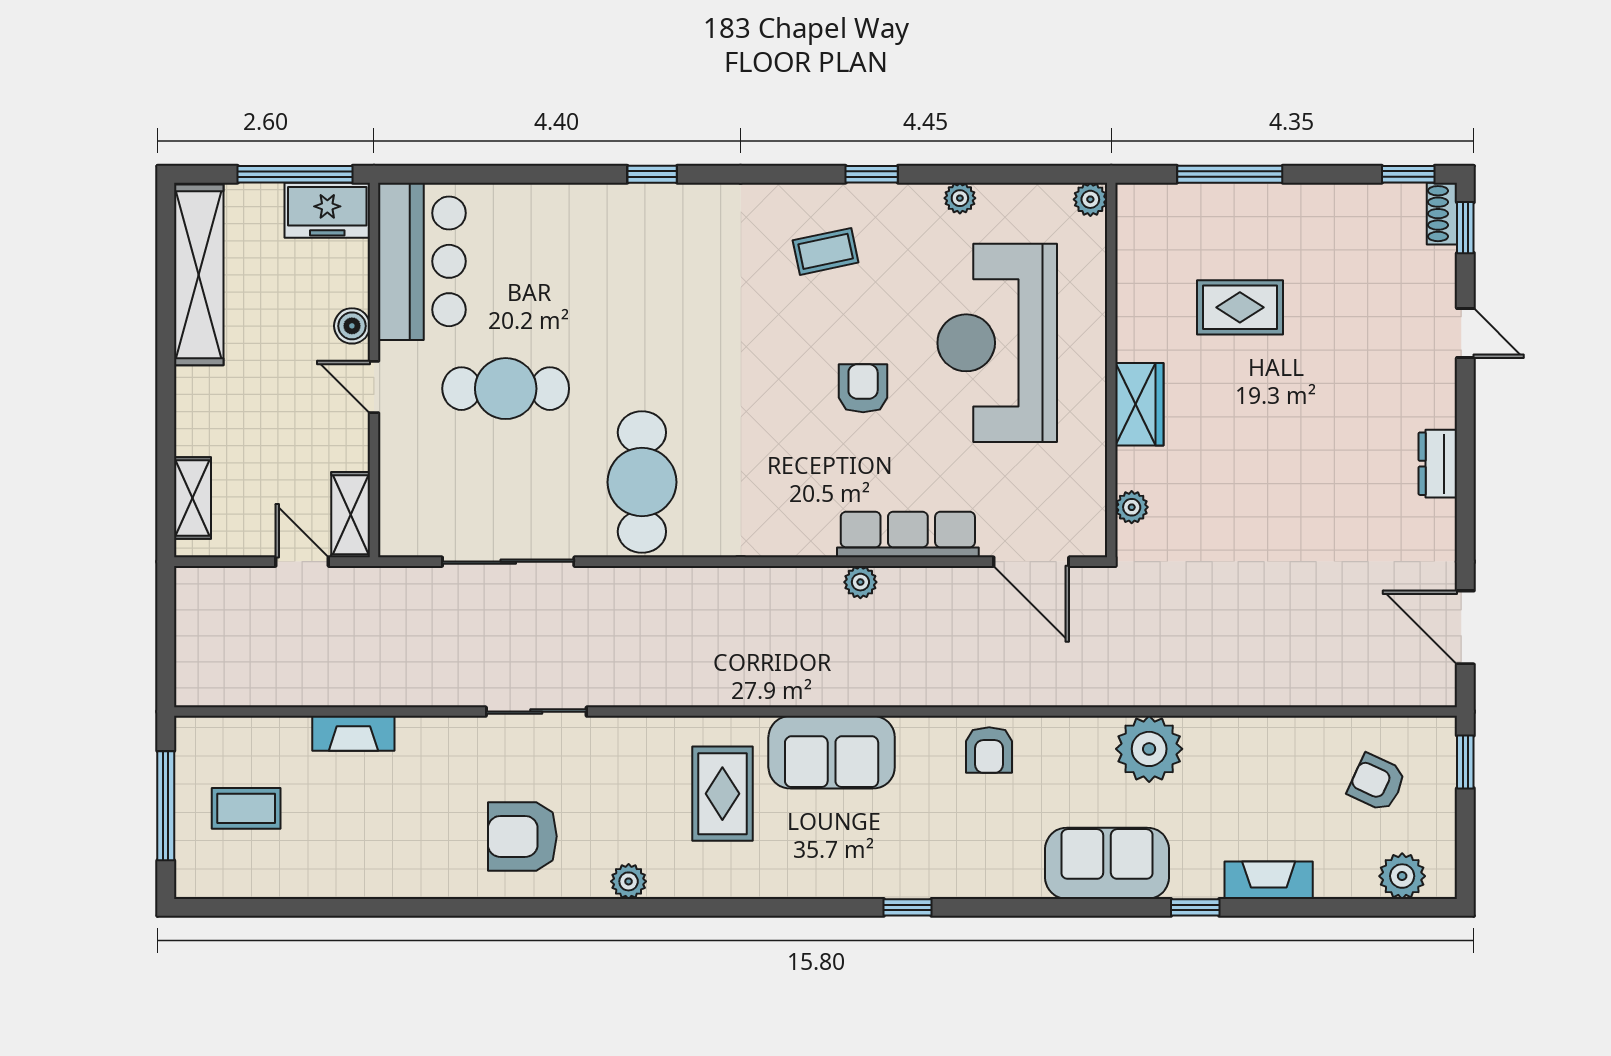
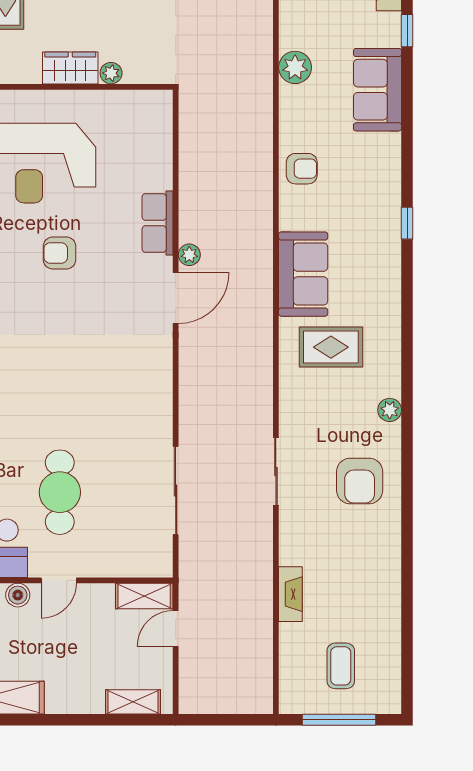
cafe table: (642, 482) -> (122, 401), removed
plant: (1132, 507) -> (111, 73), moved
row of seats: (908, 535) -> (157, 223), width x0.68
door: (1031, 562) -> (176, 298), moved
plant: (1149, 749) -> (295, 67), width x0.73, depth x0.73

